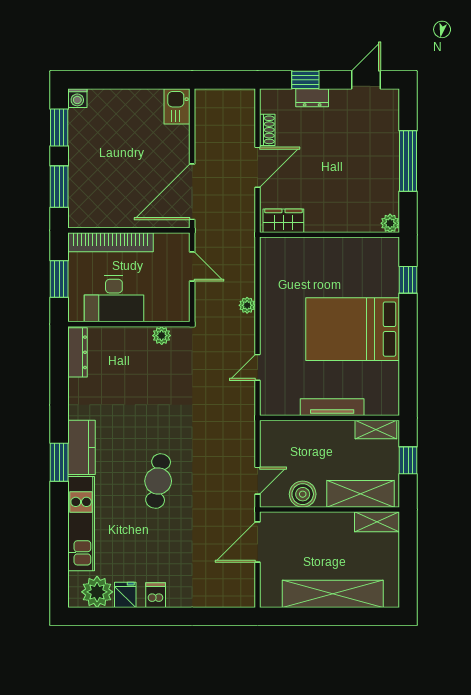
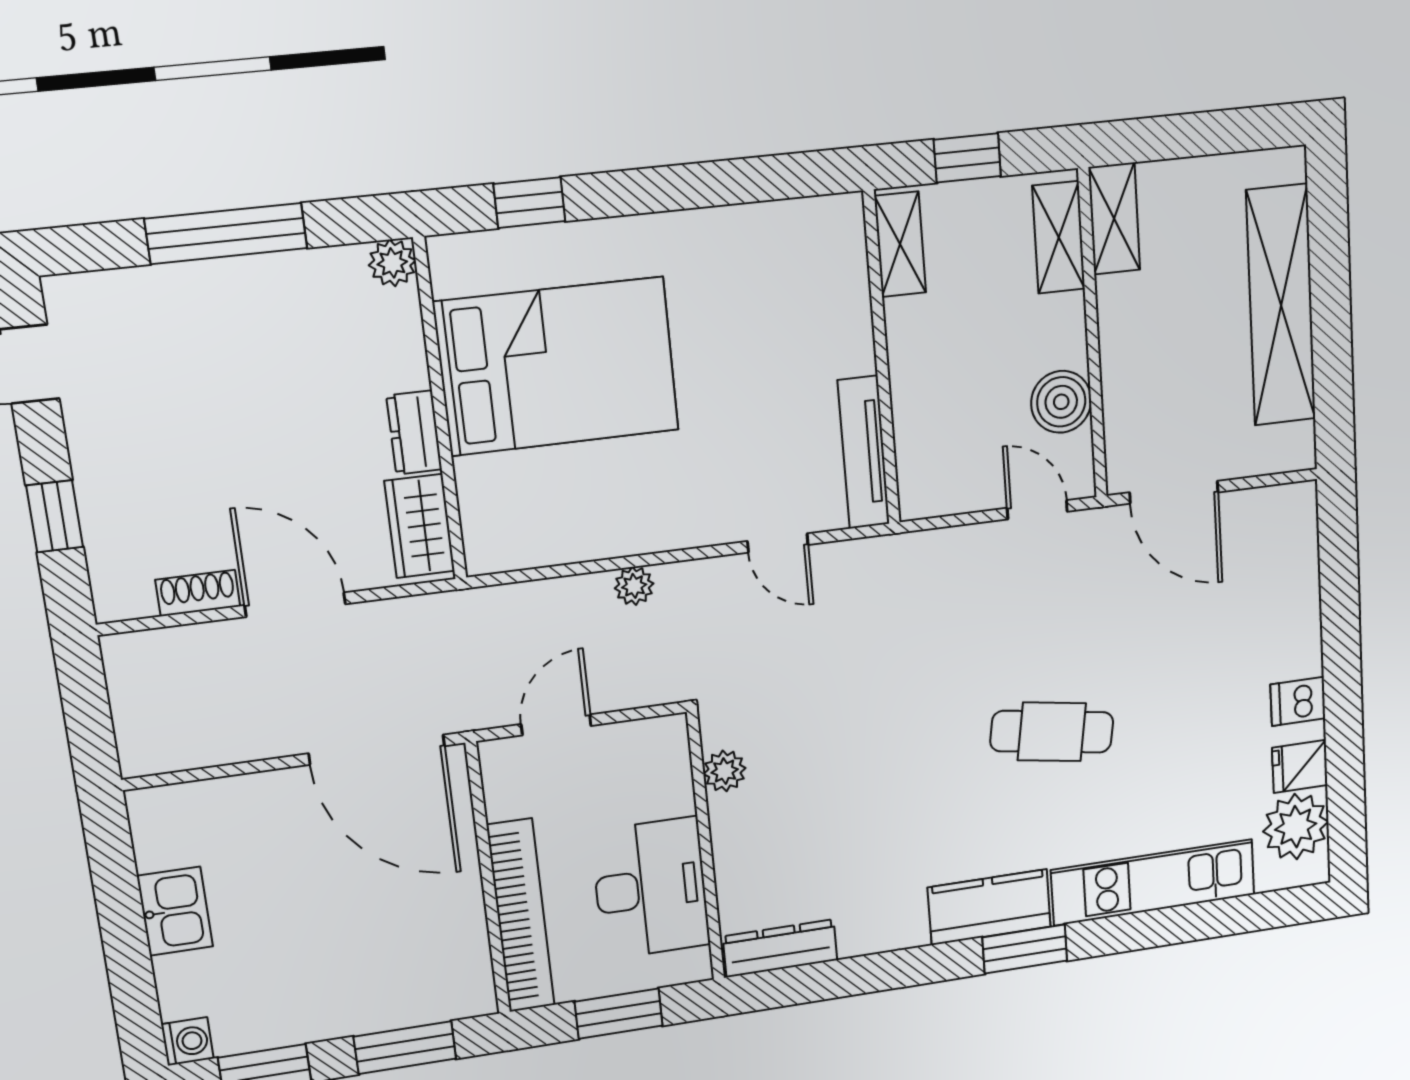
dresser: (312, 98) -> (414, 433), moved, turned 180
kitchen sink: (177, 106) -> (175, 911), moved, turned -90
bed: (353, 329) -> (557, 366), moved, turned -90
tv unit: (332, 407) -> (864, 452), moved
shelving: (361, 494) -> (1059, 237), width x0.67, depth x0.75

